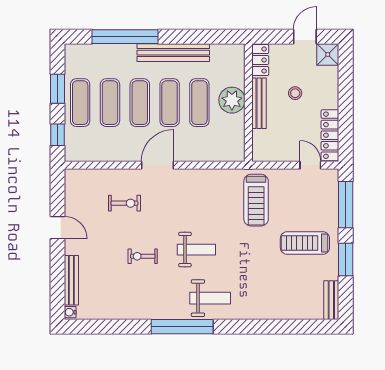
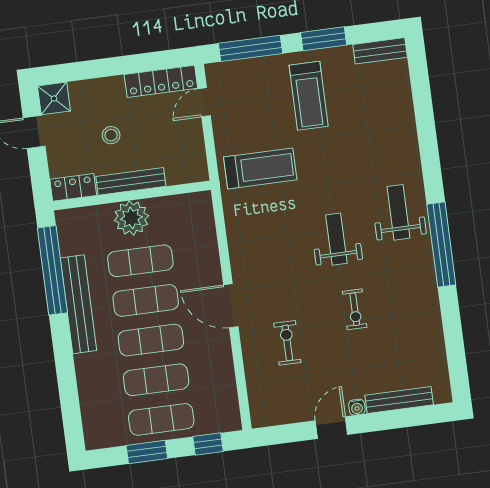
window: (125, 37) -> (52, 270), moved
water cooler: (70, 312) -> (357, 407), moved

